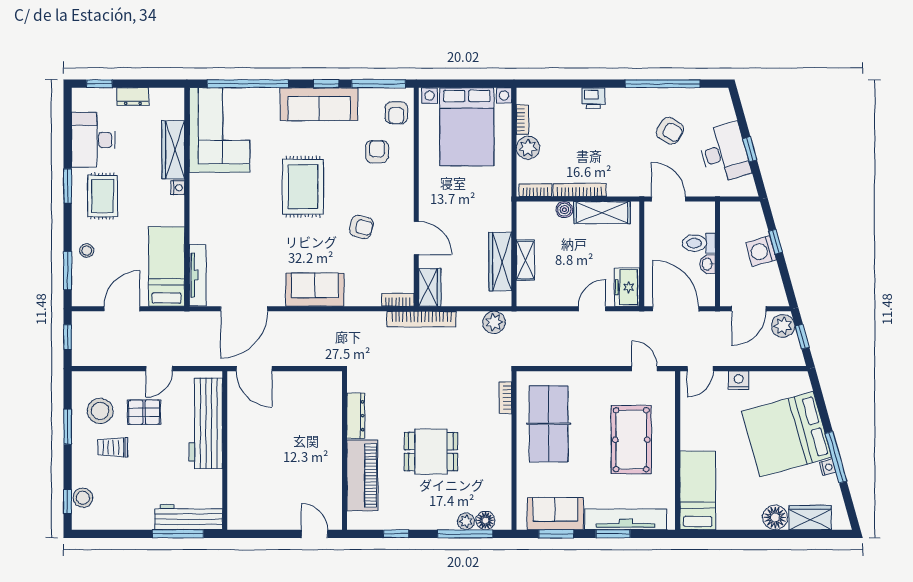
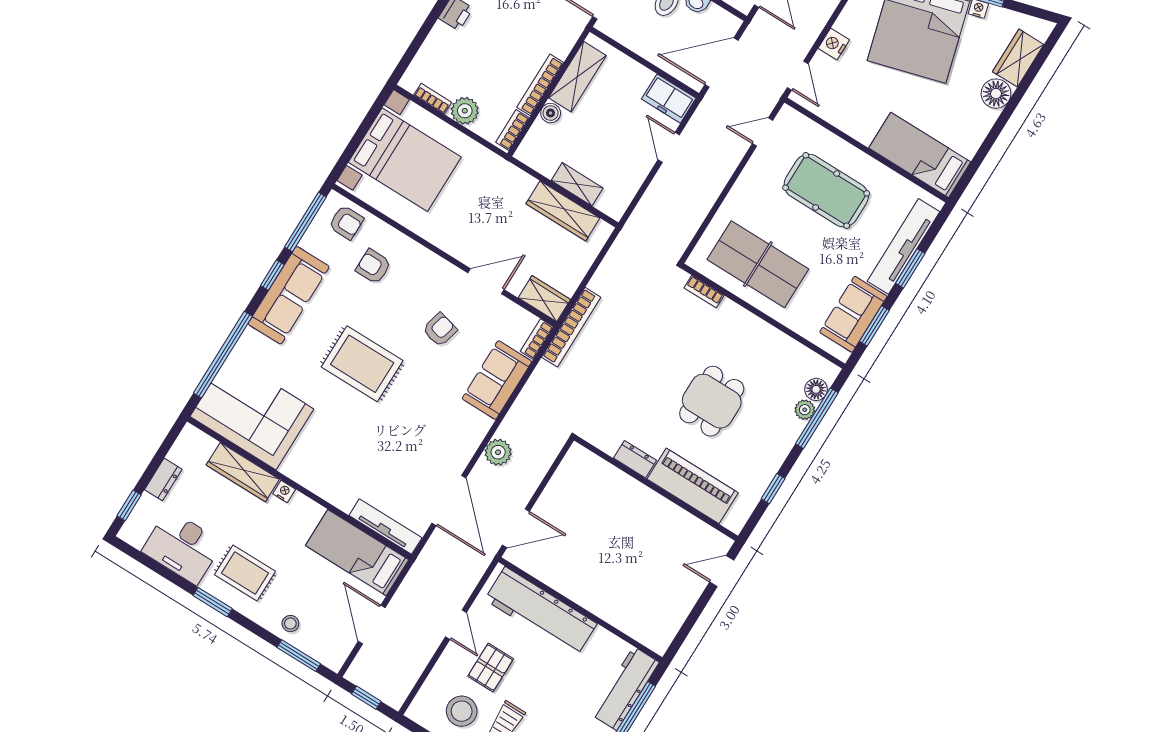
sofa: (315, 290) -> (497, 380), moved
plant: (494, 322) -> (498, 452), moved
dresser: (356, 416) -> (635, 459), width x0.70

